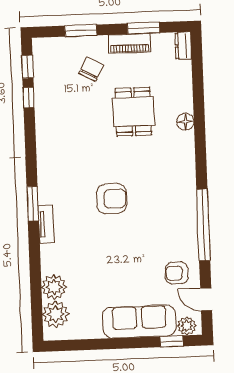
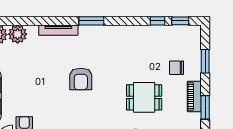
chair: (91, 69) -> (177, 68), turned 151
window: (33, 204) -> (91, 21), moved
tv unit: (46, 224) -> (58, 30), width x1.41

